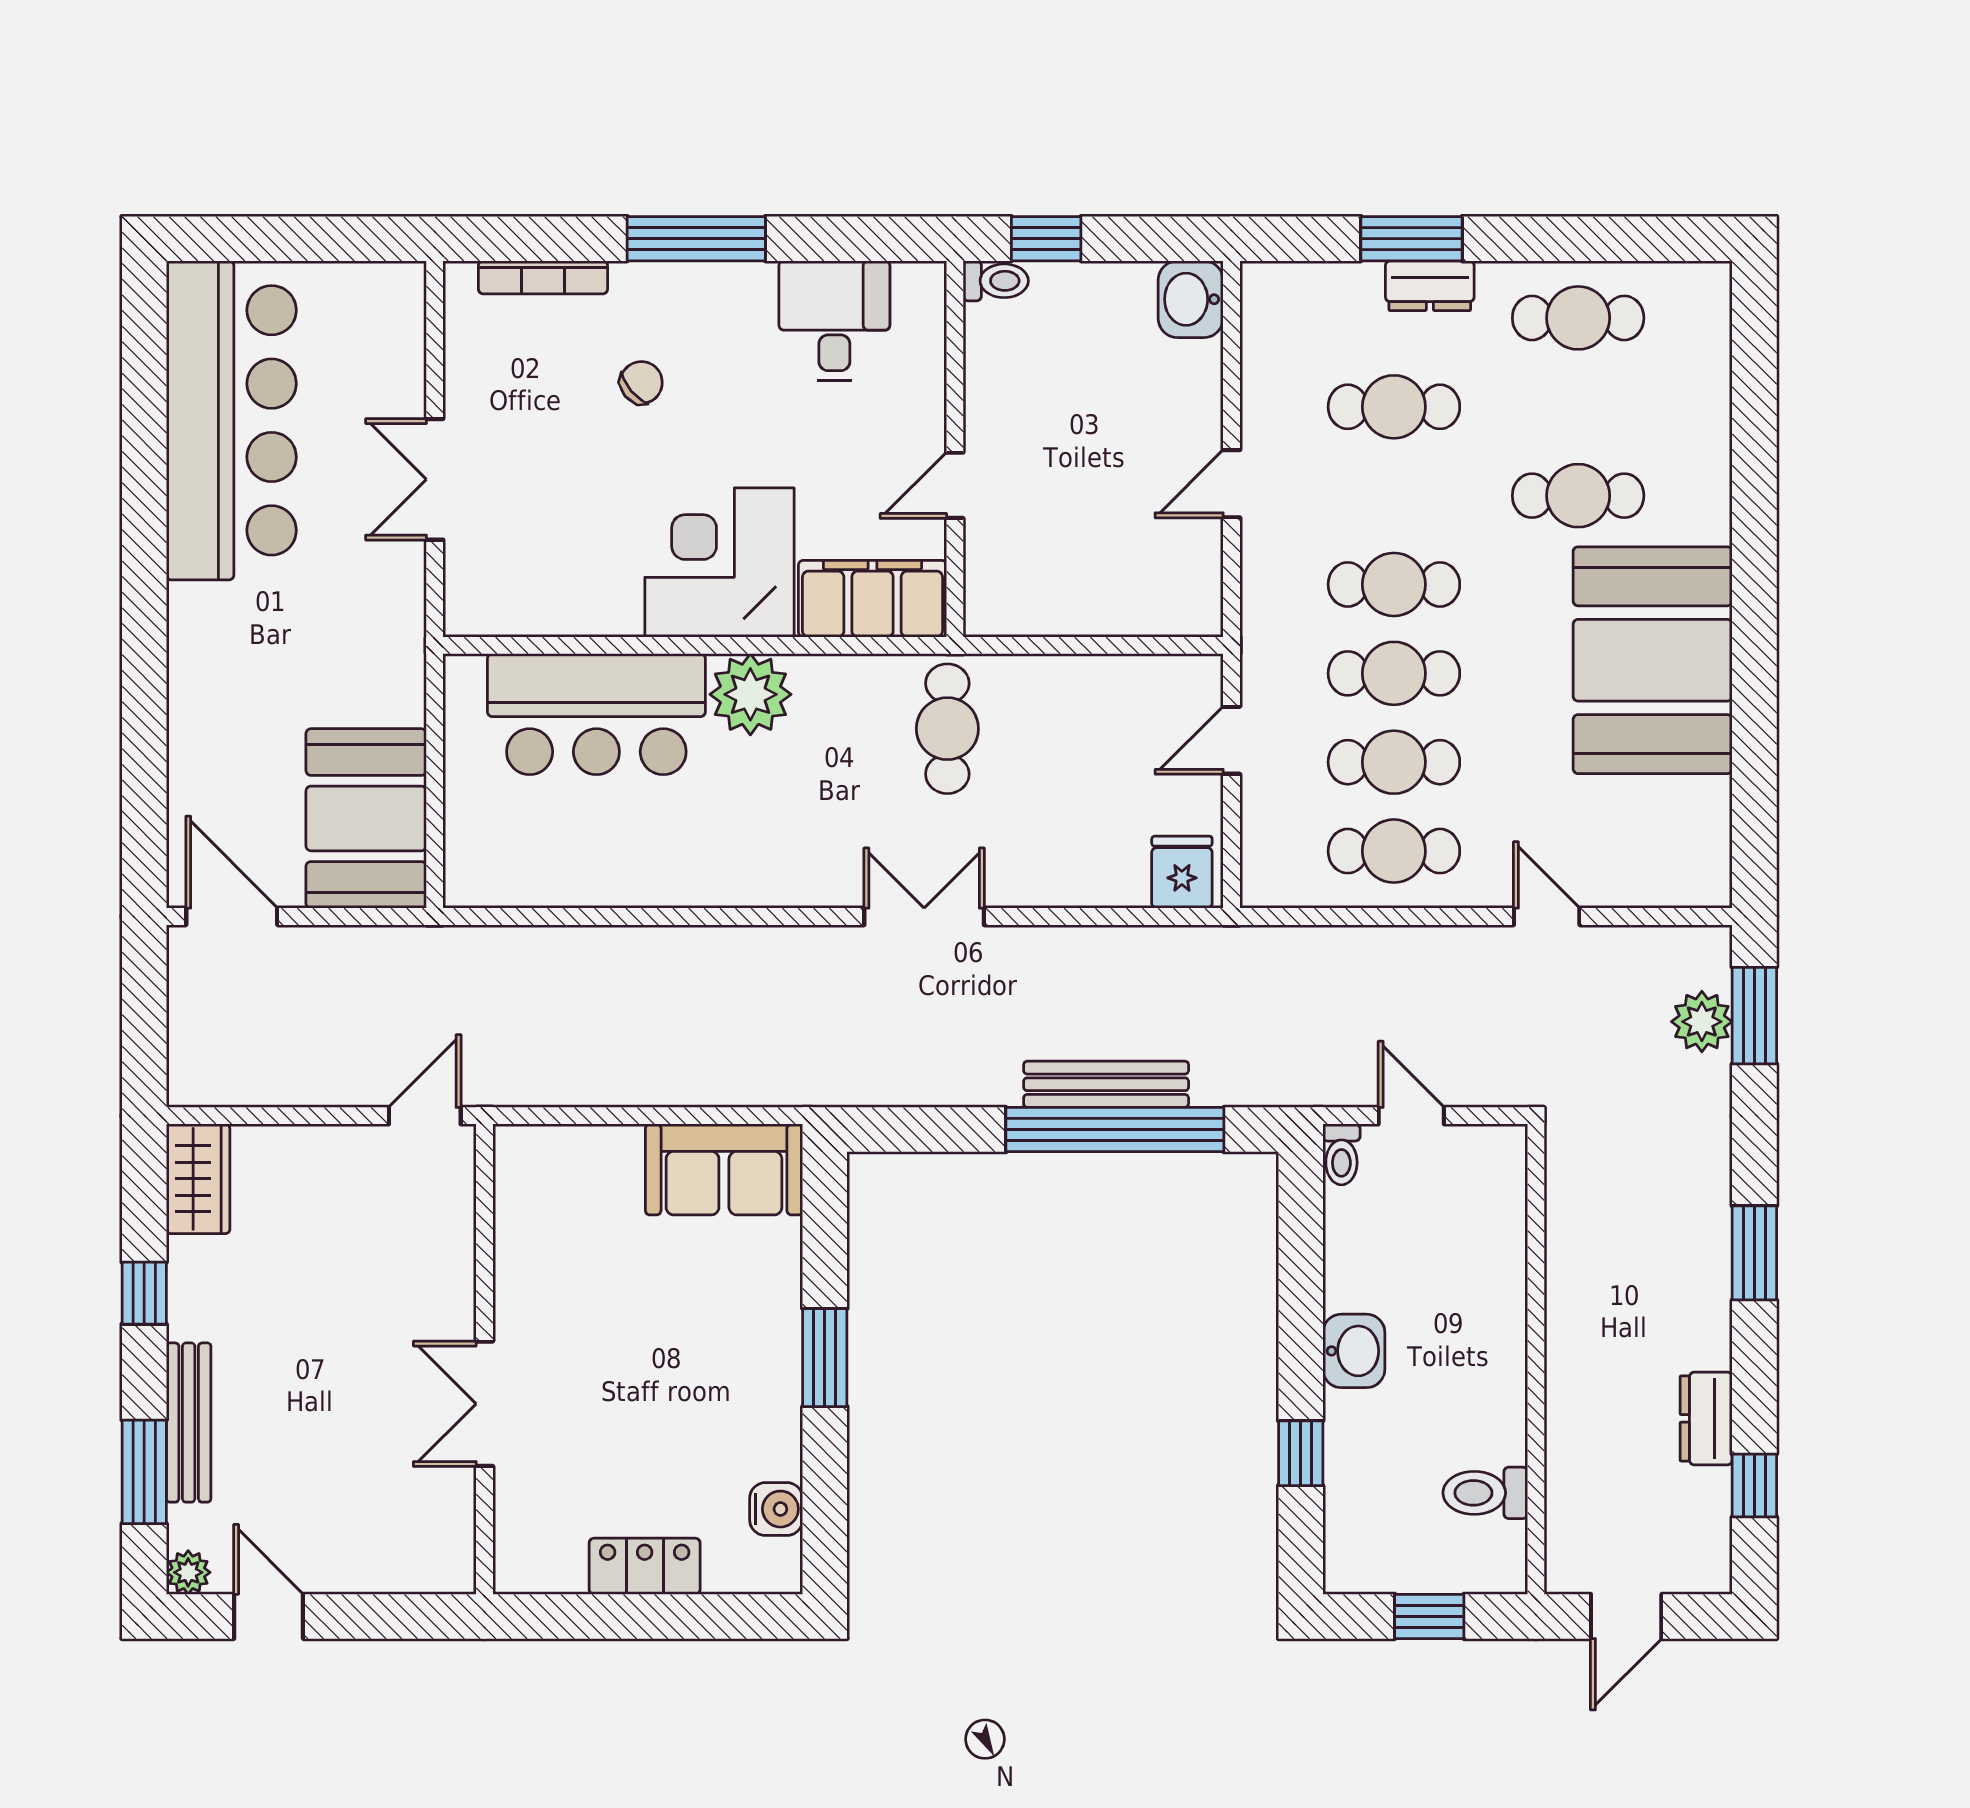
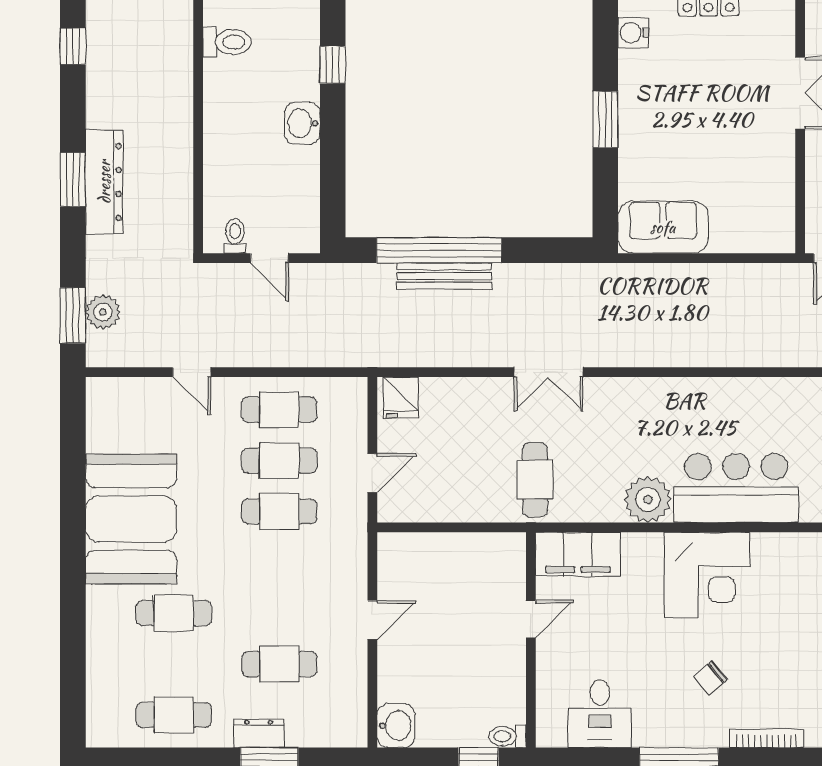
corner desk: (719, 562) -> (707, 575), moved
cafe table: (1394, 584) -> (279, 562), removed
toilet: (1341, 1154) -> (235, 236), moved
dresser: (1706, 1418) -> (104, 182), moved, width x1.96, depth x1.24

